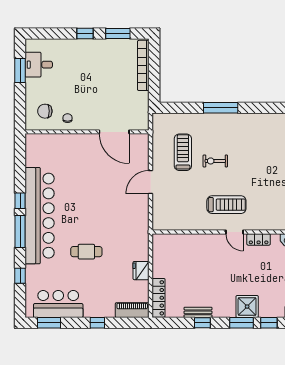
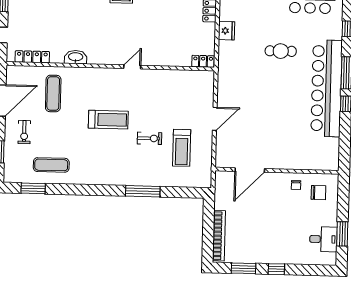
door: (114, 132) -> (250, 170), swing flipped
treadmill: (226, 205) -> (108, 120), moved, turned 180
door: (234, 232) -> (132, 67), hinge flipped
locker: (259, 239) -> (203, 61), moved

